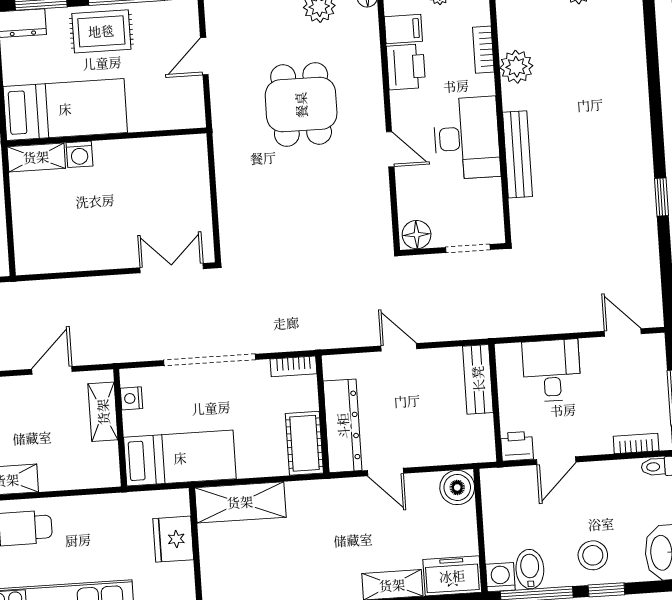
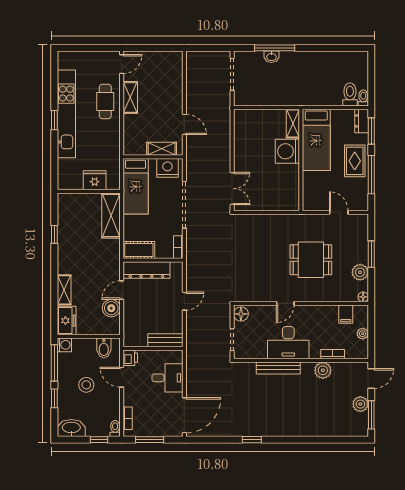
printer: (406, 67) -> (326, 314), removed
washing machine: (79, 154) -> (287, 151), width x1.89, depth x1.89
door: (623, 332) -> (184, 415), width x1.87
nightstand: (131, 398) -> (167, 168), width x1.89, depth x1.79
boiler: (457, 487) -> (111, 308), moved
stool: (593, 555) -> (86, 385), moved
bidet: (530, 569) -> (104, 348), moved, turned 90

